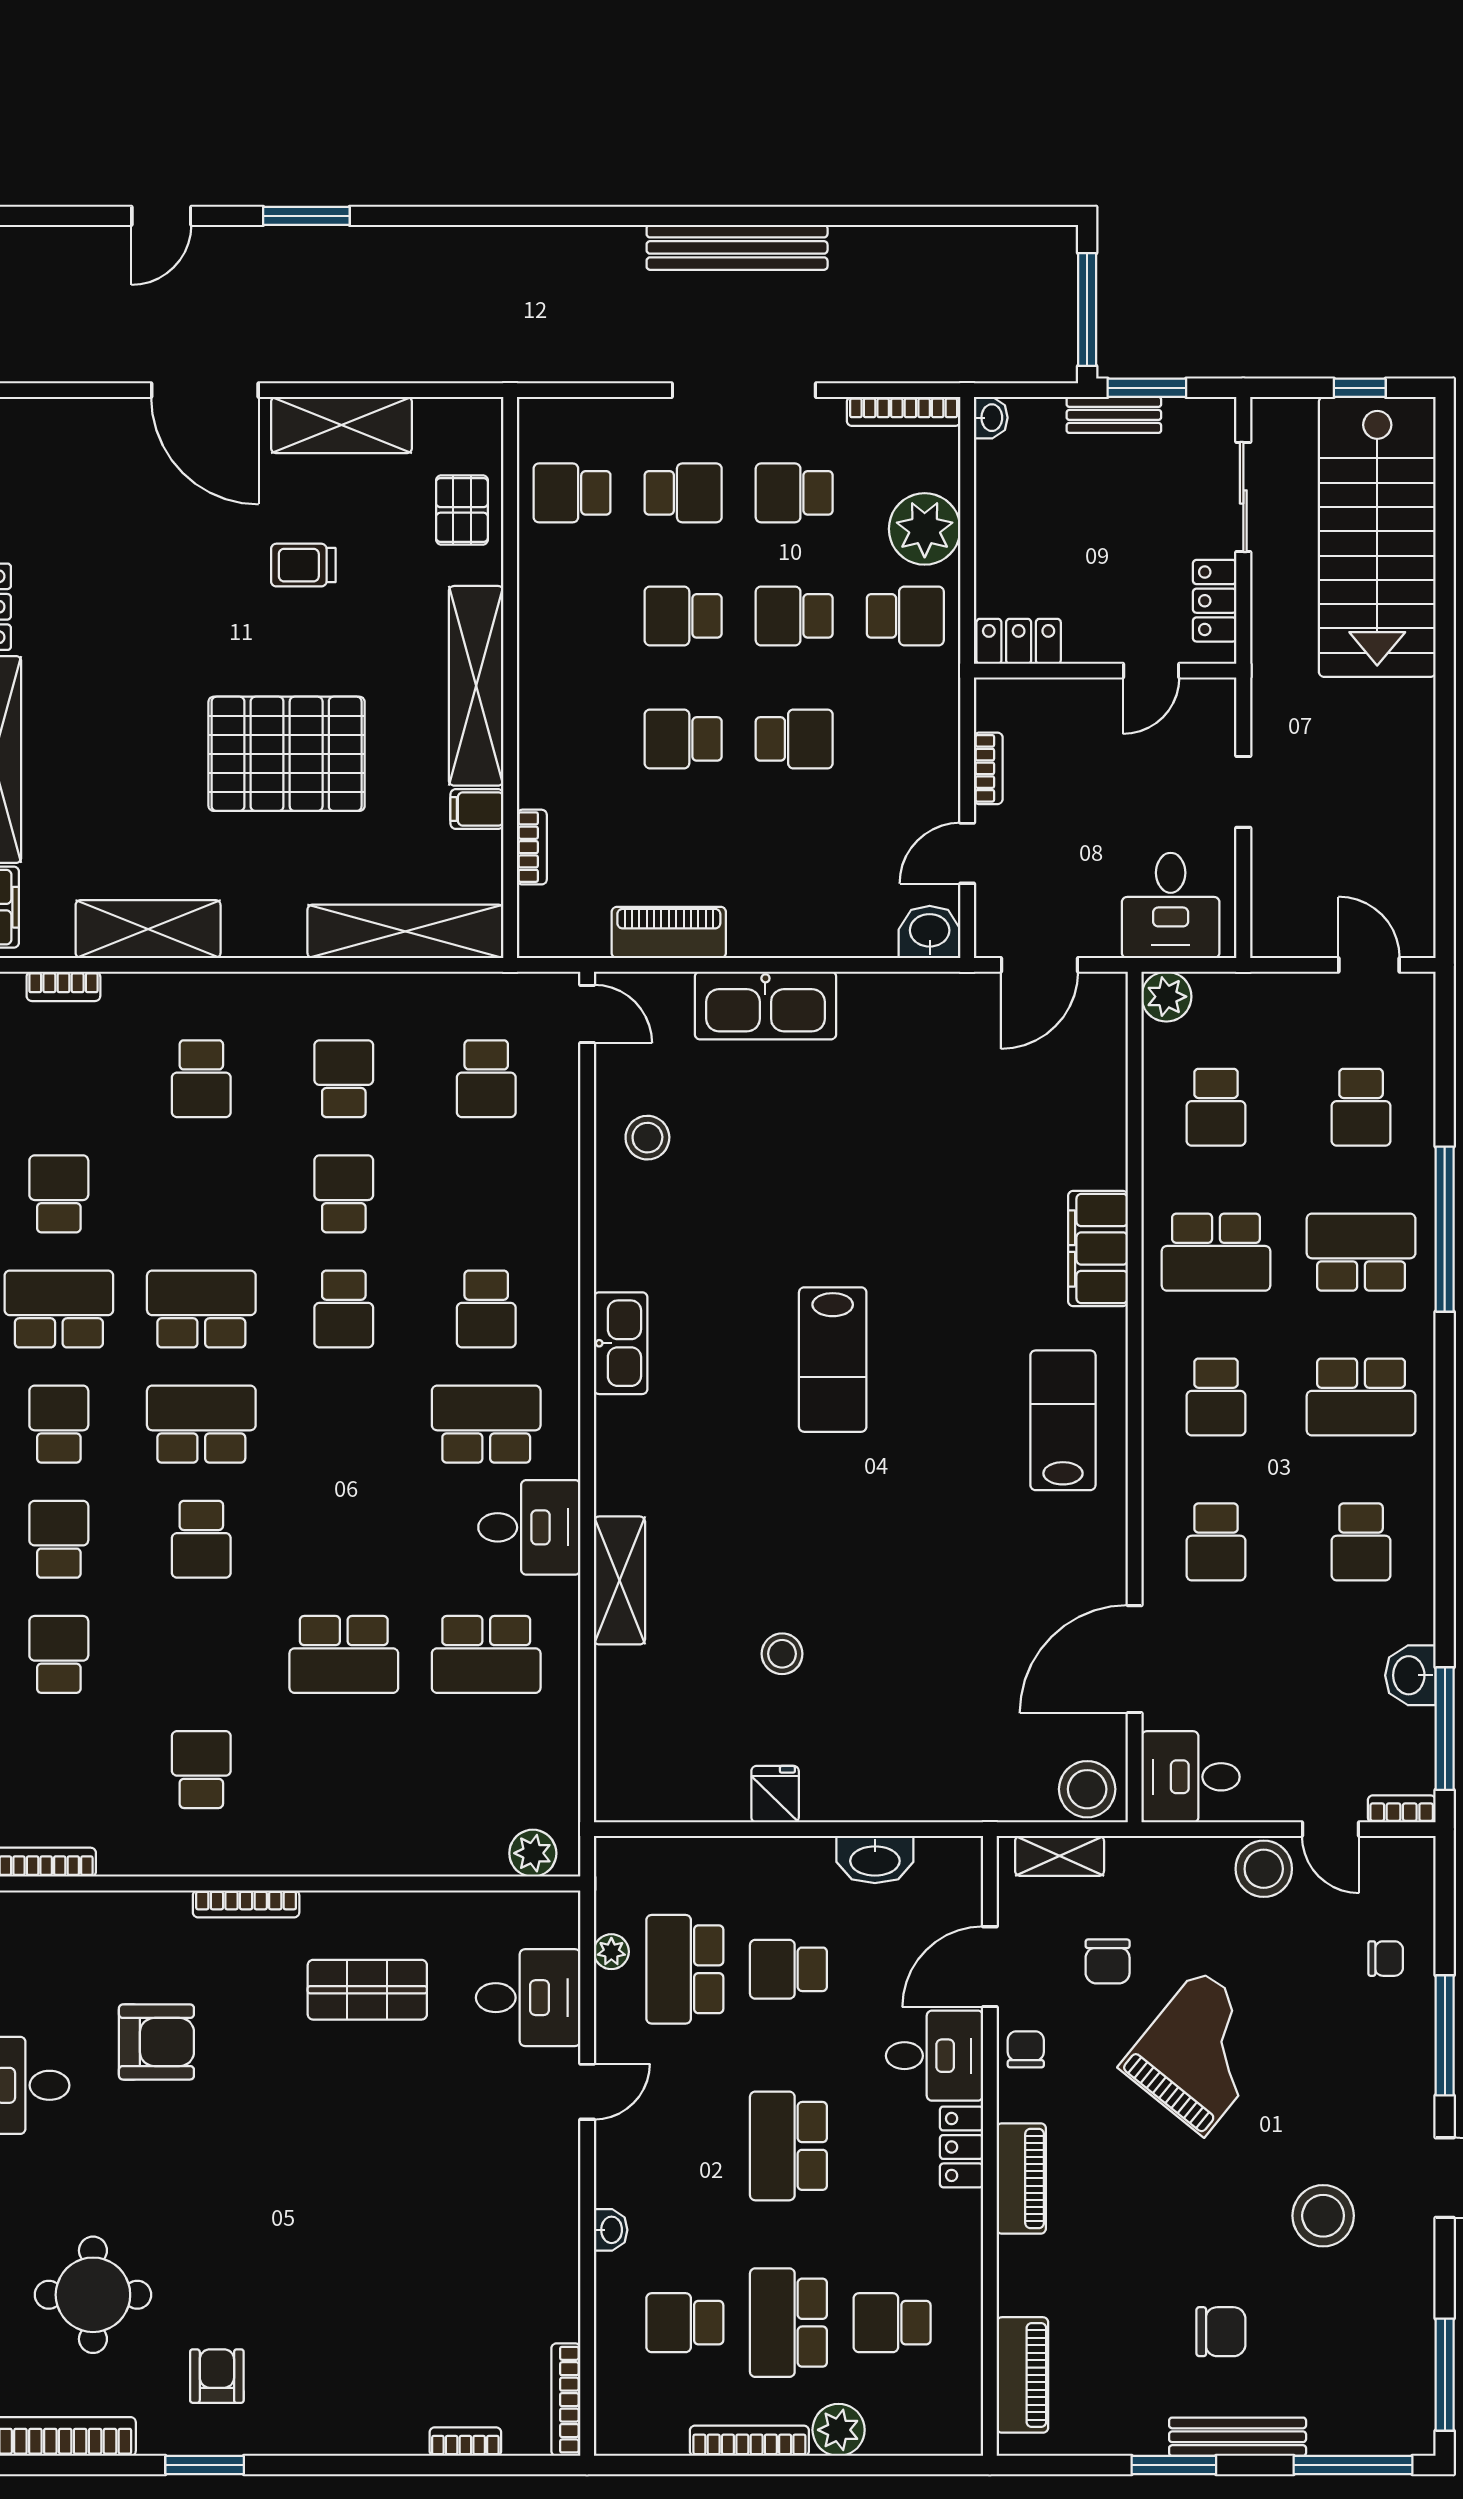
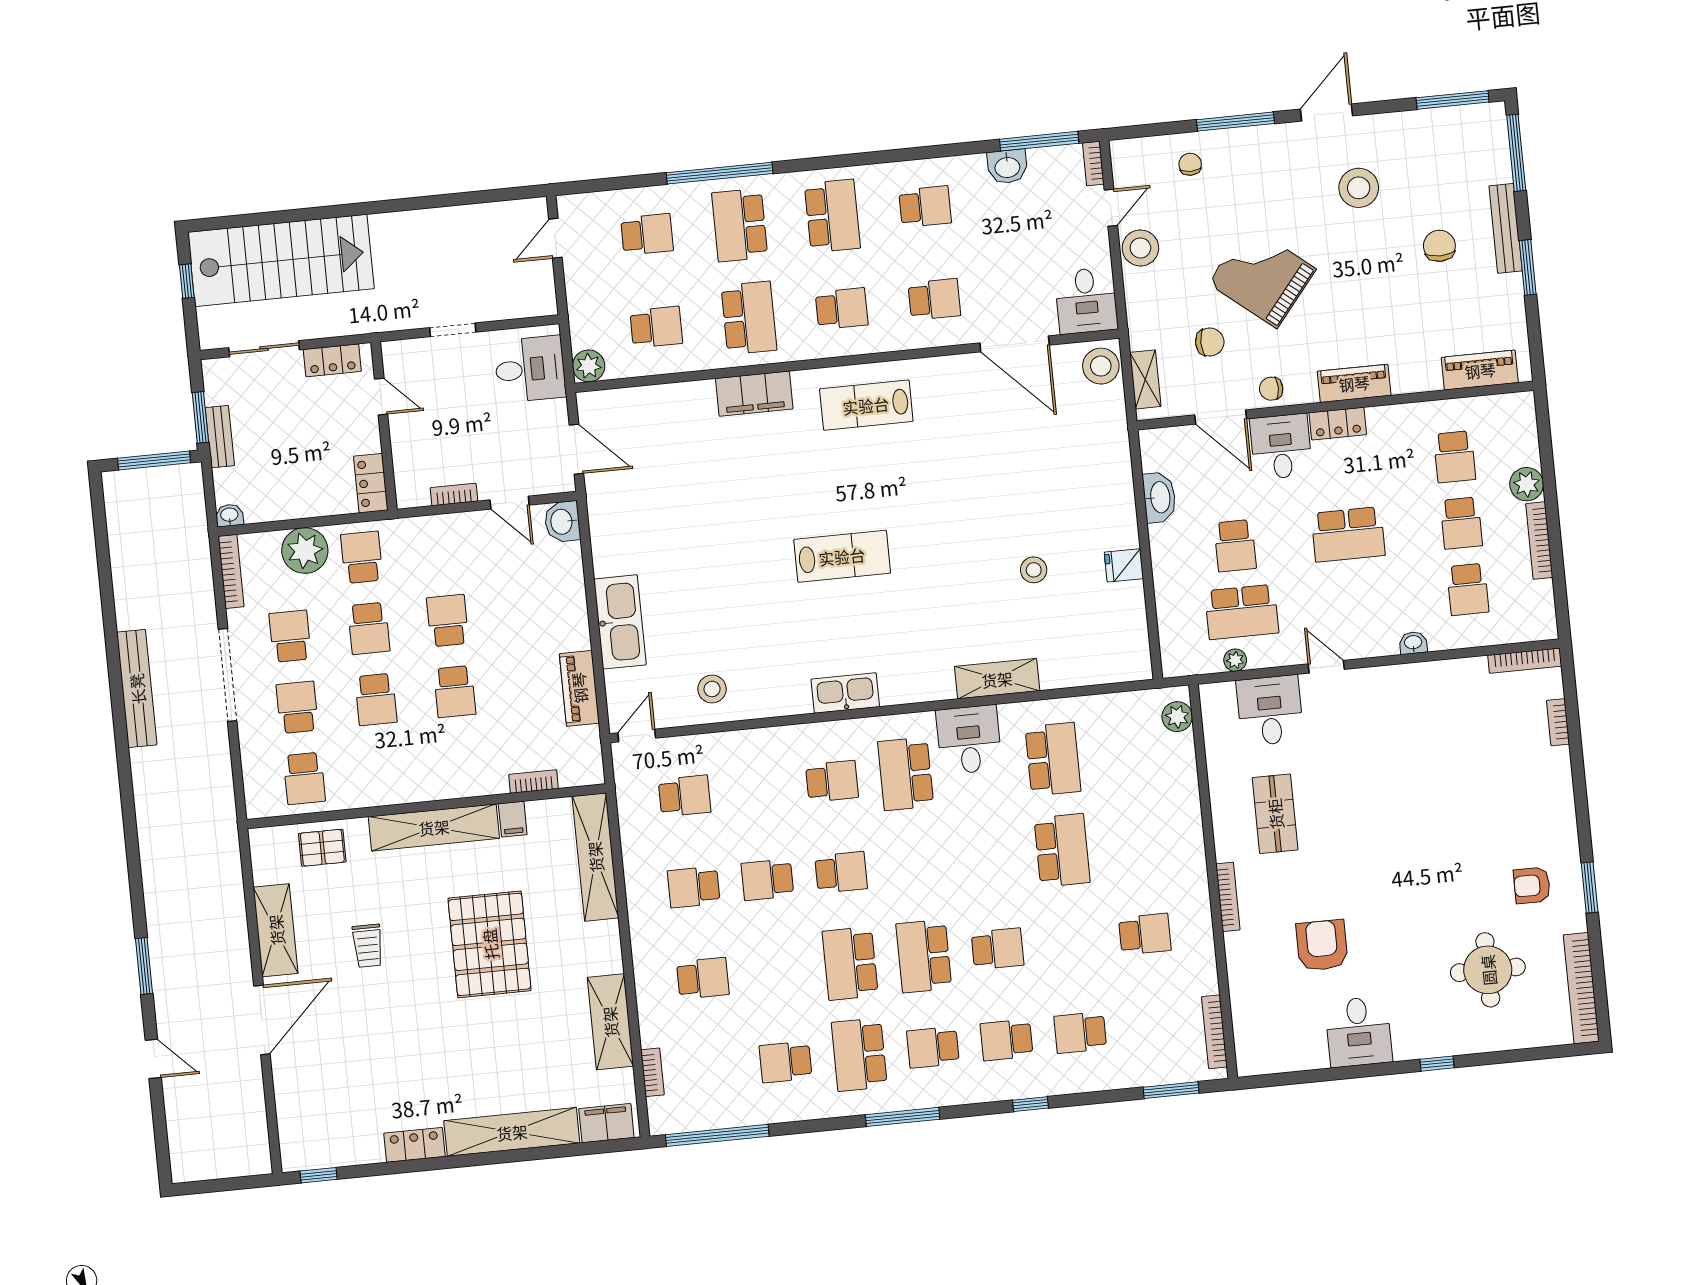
school desk: (794, 493) -> (290, 636), turned 180
school desk: (201, 1770) -> (1145, 934), turned 180
school desk: (788, 2323) -> (1461, 523), width x0.54

